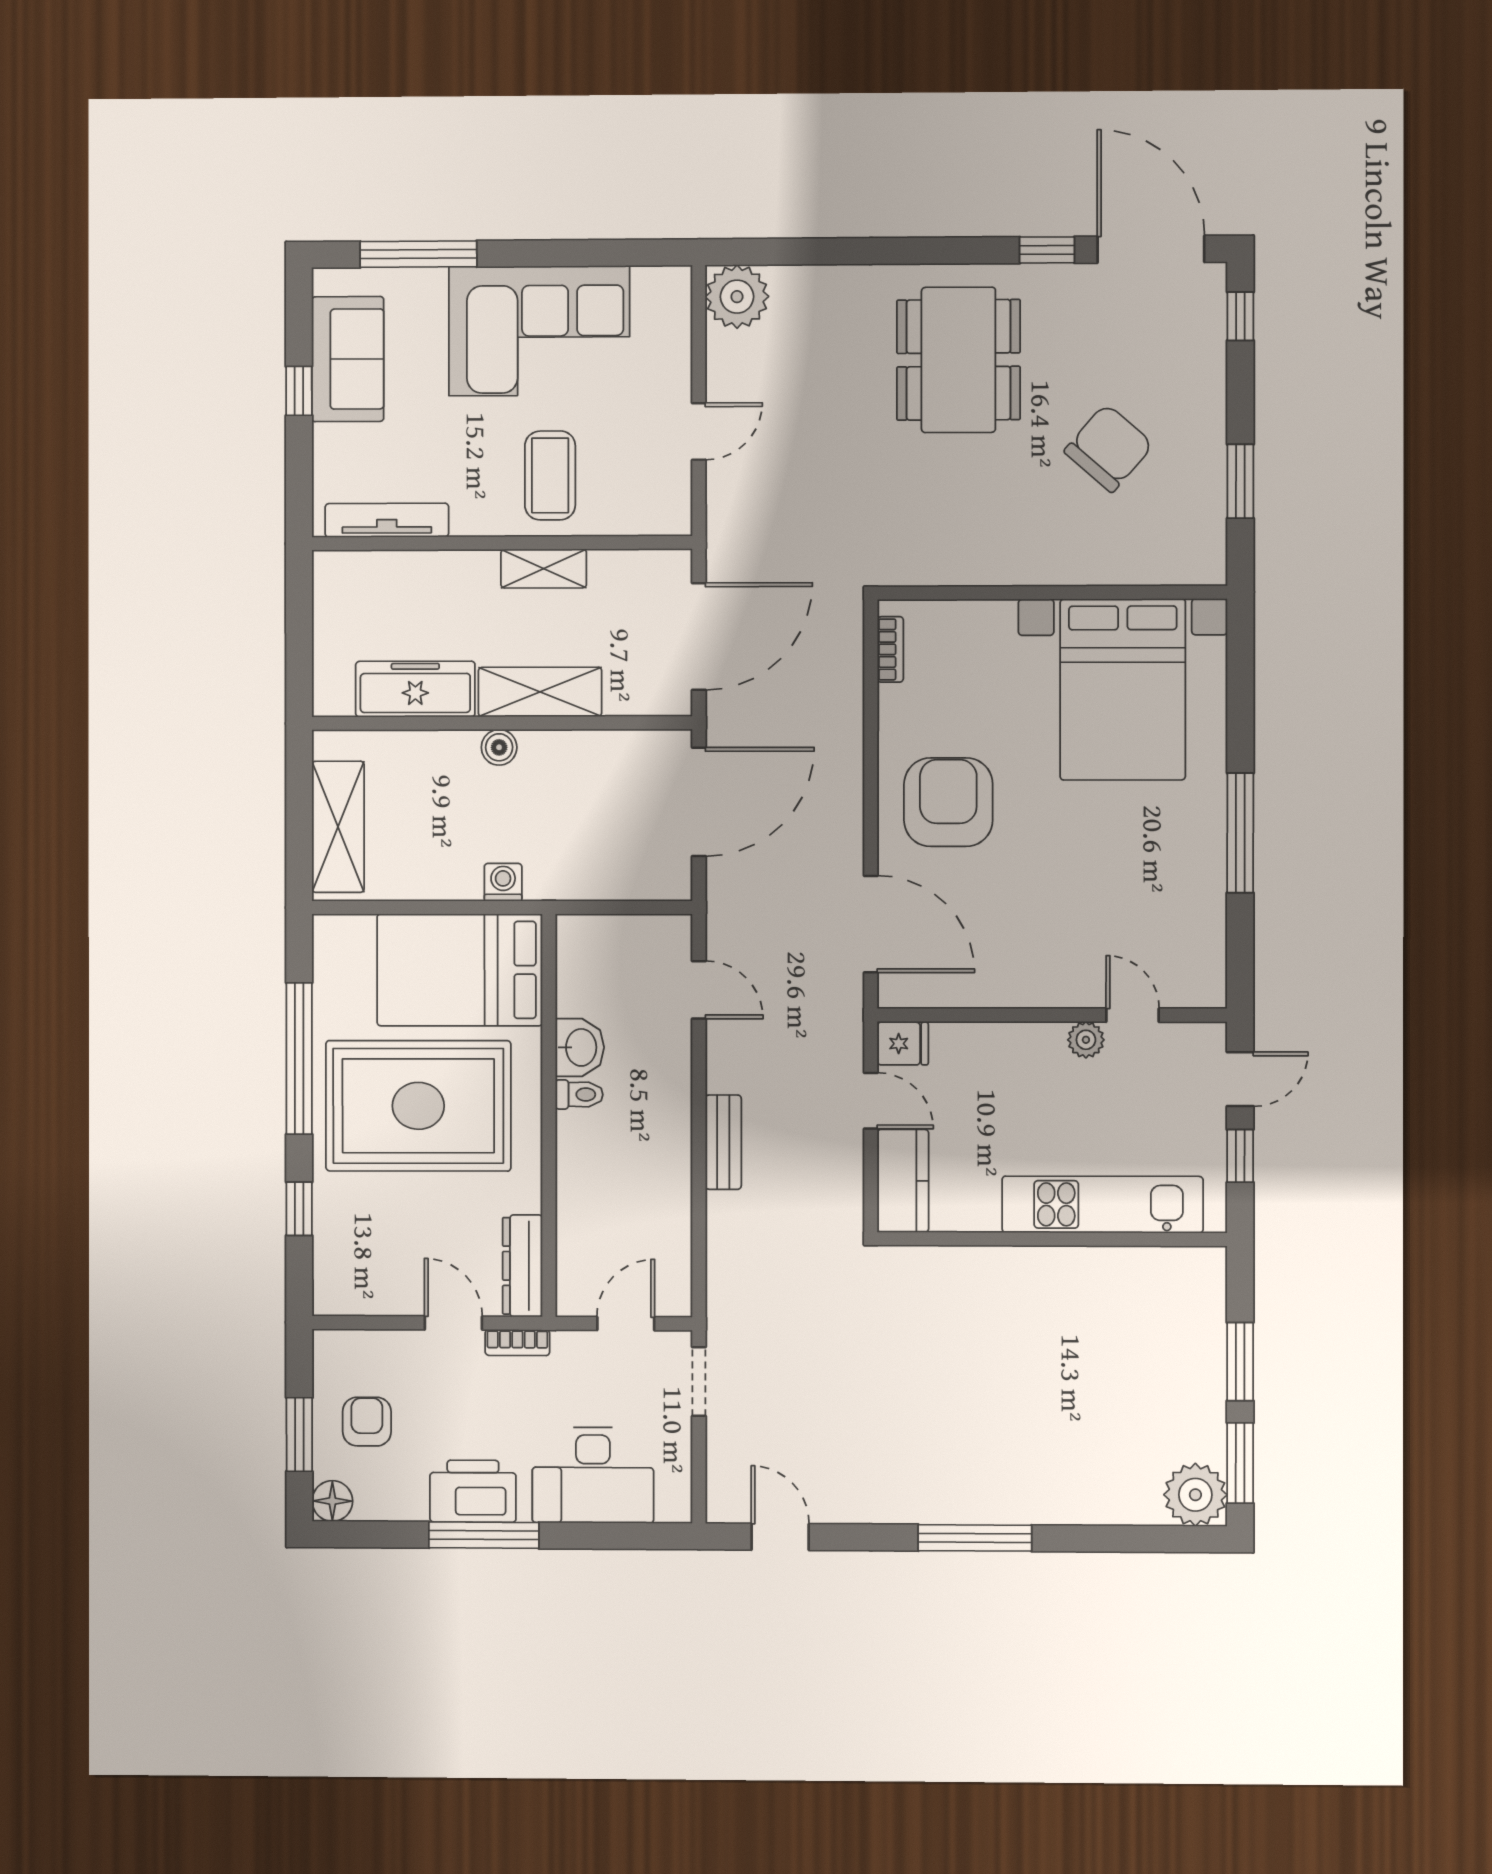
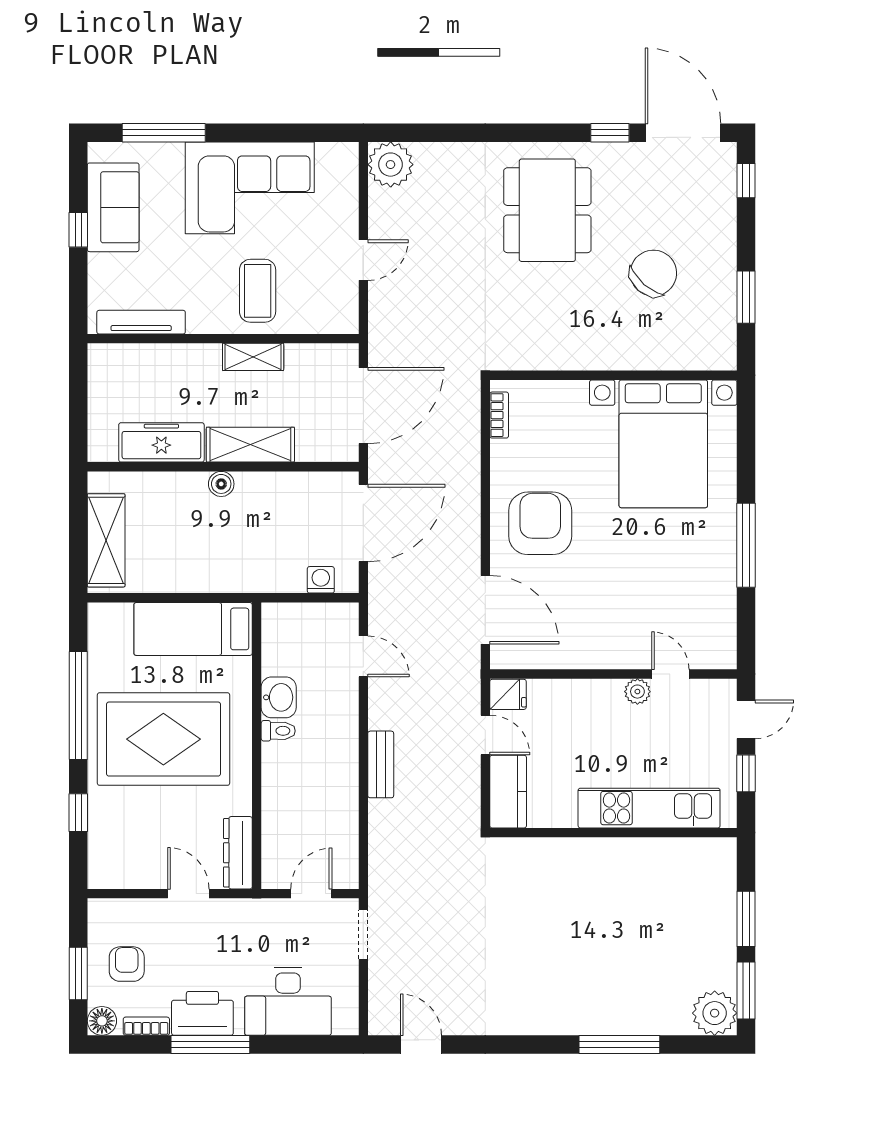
washing machine: (503, 882) -> (321, 580), moved
bed: (460, 970) -> (193, 629), width x0.67
bookcase: (517, 1343) -> (146, 1026), moved, turned 180
window: (975, 1538) -> (619, 1045), moved

